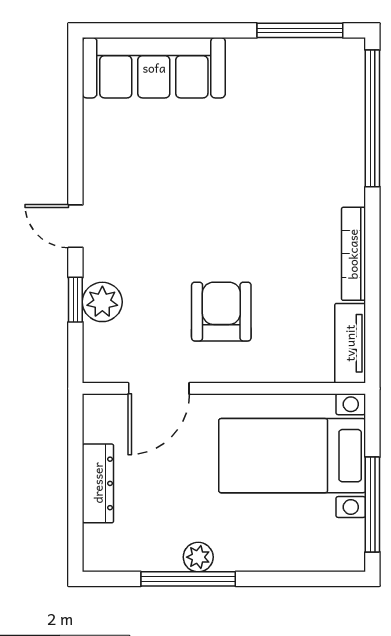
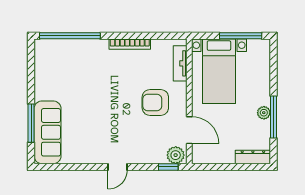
window: (300, 30) -> (31, 123), moved
window: (75, 300) -> (168, 167), moved
plant: (102, 302) -> (176, 155), moved
tv unit: (350, 343) -> (180, 63), moved, turned 90
dresser: (98, 483) -> (253, 157), moved

